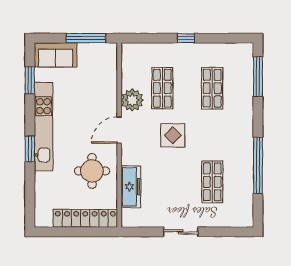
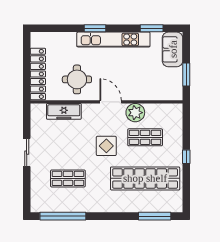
window: (86, 38) -> (186, 74), width x0.69
shop shelf: (212, 88) -> (145, 178), width x2.00, depth x1.36
window: (258, 165) -> (63, 216), moved

